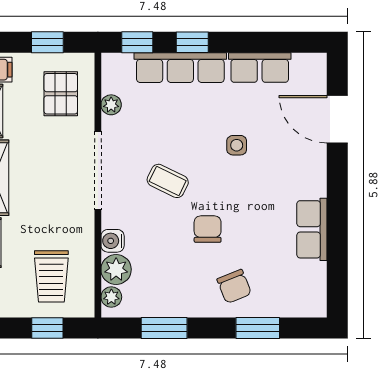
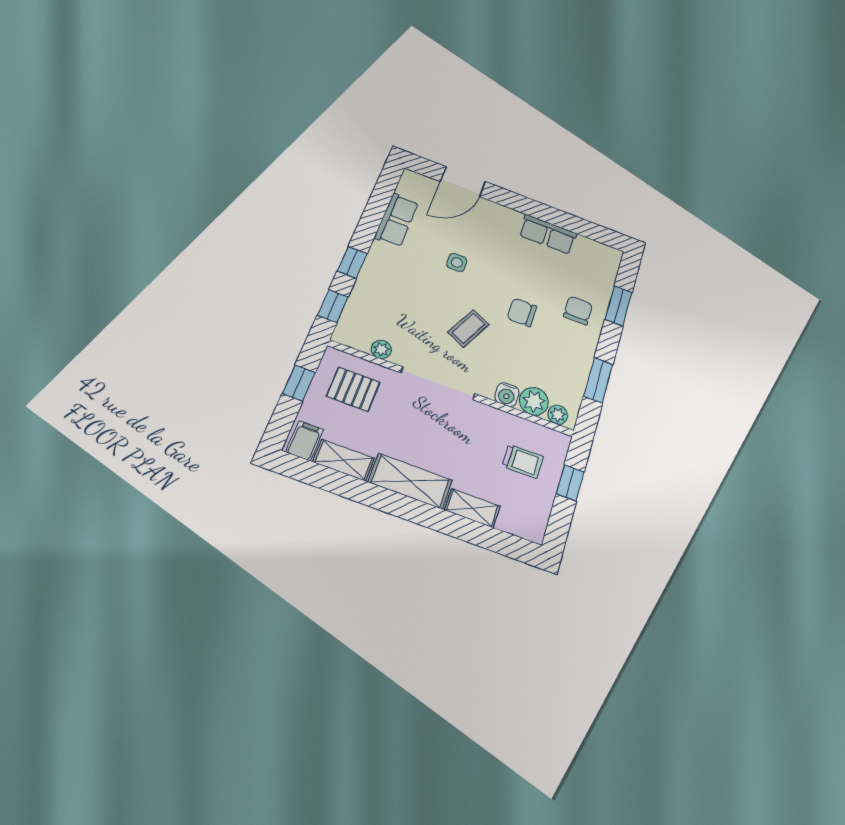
row of seats: (180, 68) -> (371, 280), removed
trolley: (51, 276) -> (523, 461), width x0.73, depth x0.72
chair: (234, 286) -> (578, 310), turned -68

